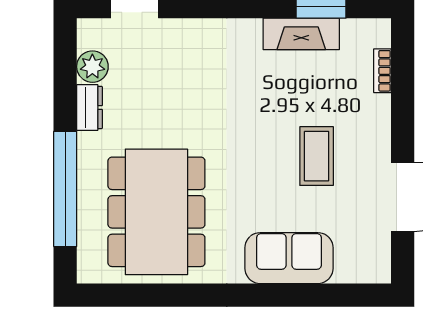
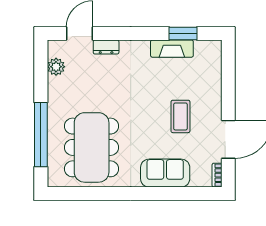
bookcase: (382, 71) -> (217, 175), moved
dresser: (90, 107) -> (106, 47), moved, turned 90

